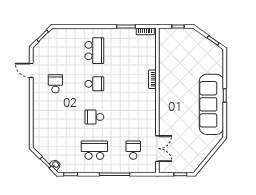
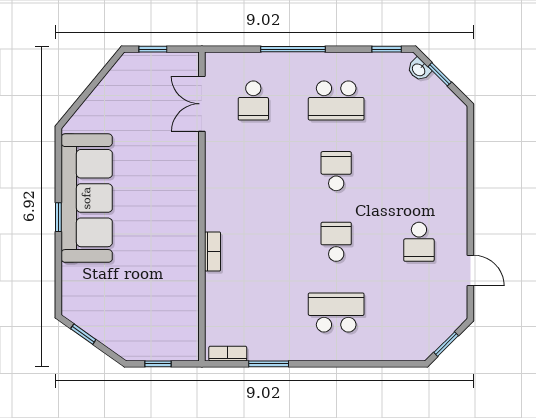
school desk: (94, 51) -> (336, 312), turned 90
school desk: (94, 84) -> (336, 242), turned 90
school desk: (94, 117) -> (336, 171), turned -90

